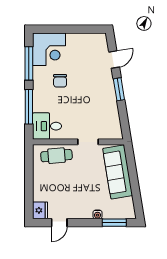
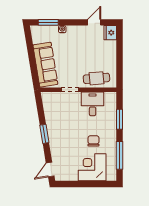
corner desk: (49, 49) -> (92, 167), moved
door: (114, 60) -> (50, 169), moved
window: (29, 107) -> (120, 119), width x0.69
desk: (47, 126) -> (93, 104), moved, turned -90

